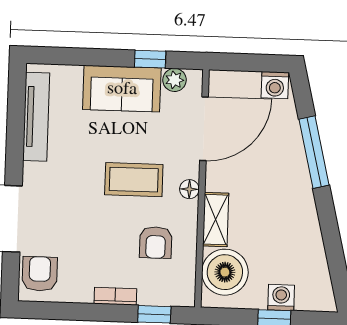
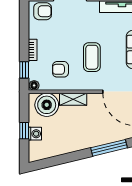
floor lamp: (189, 189) -> (34, 85), moved

